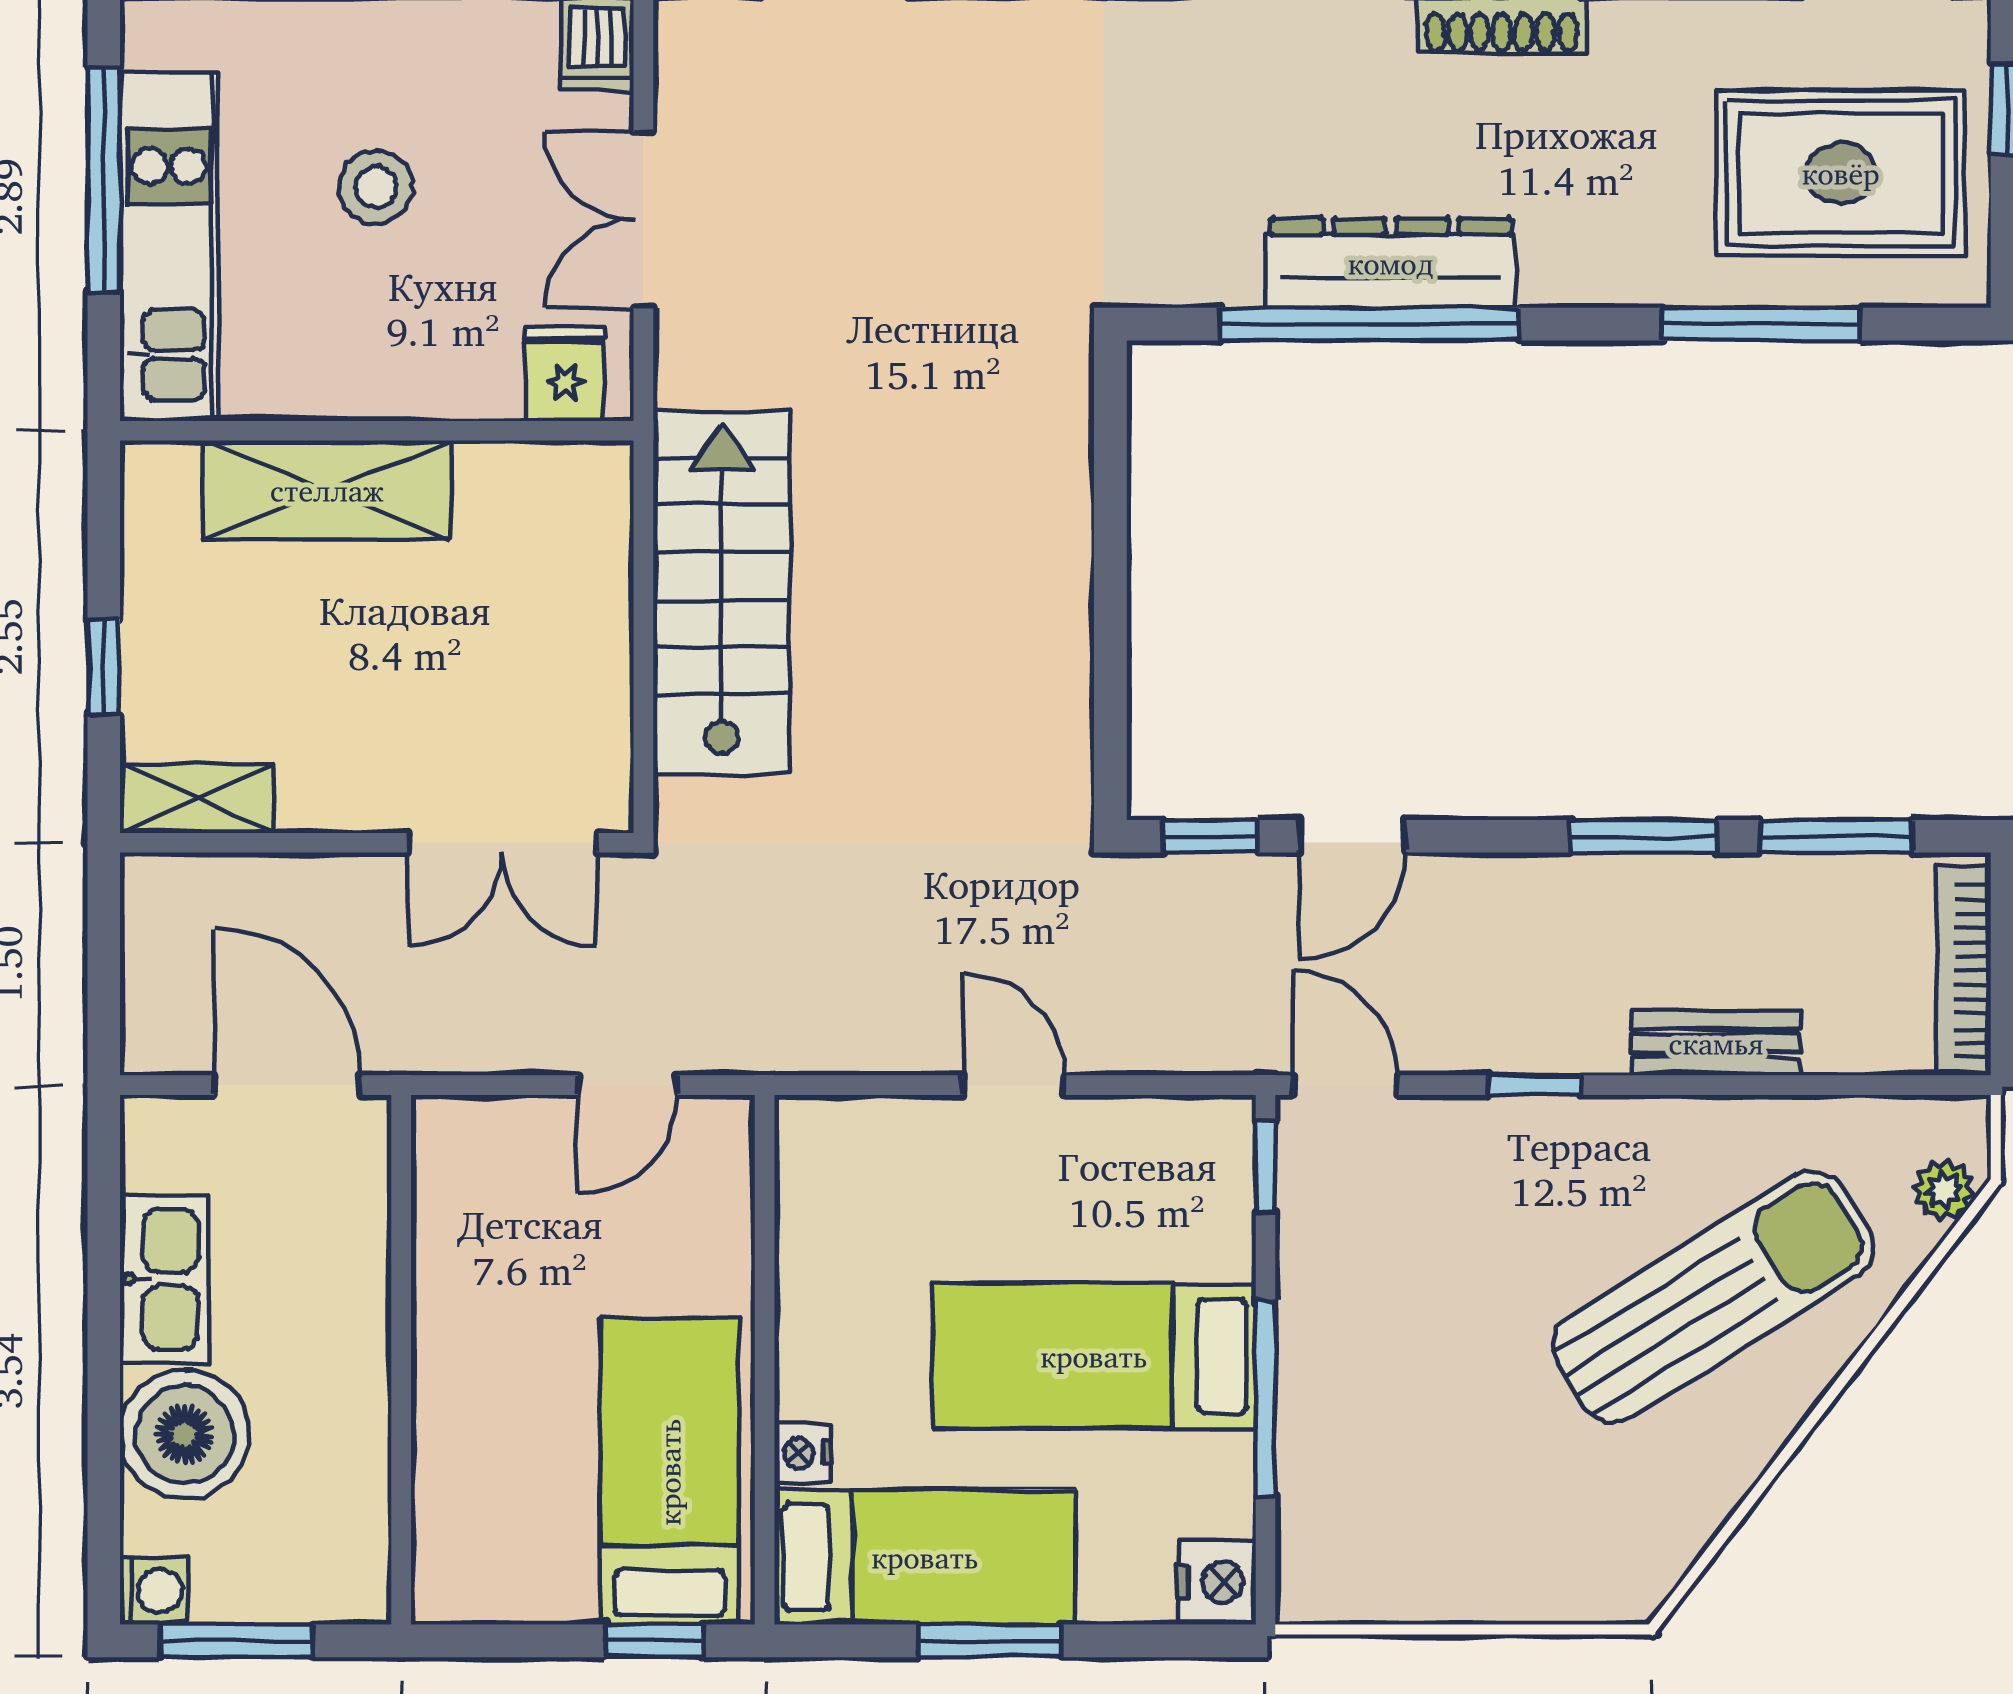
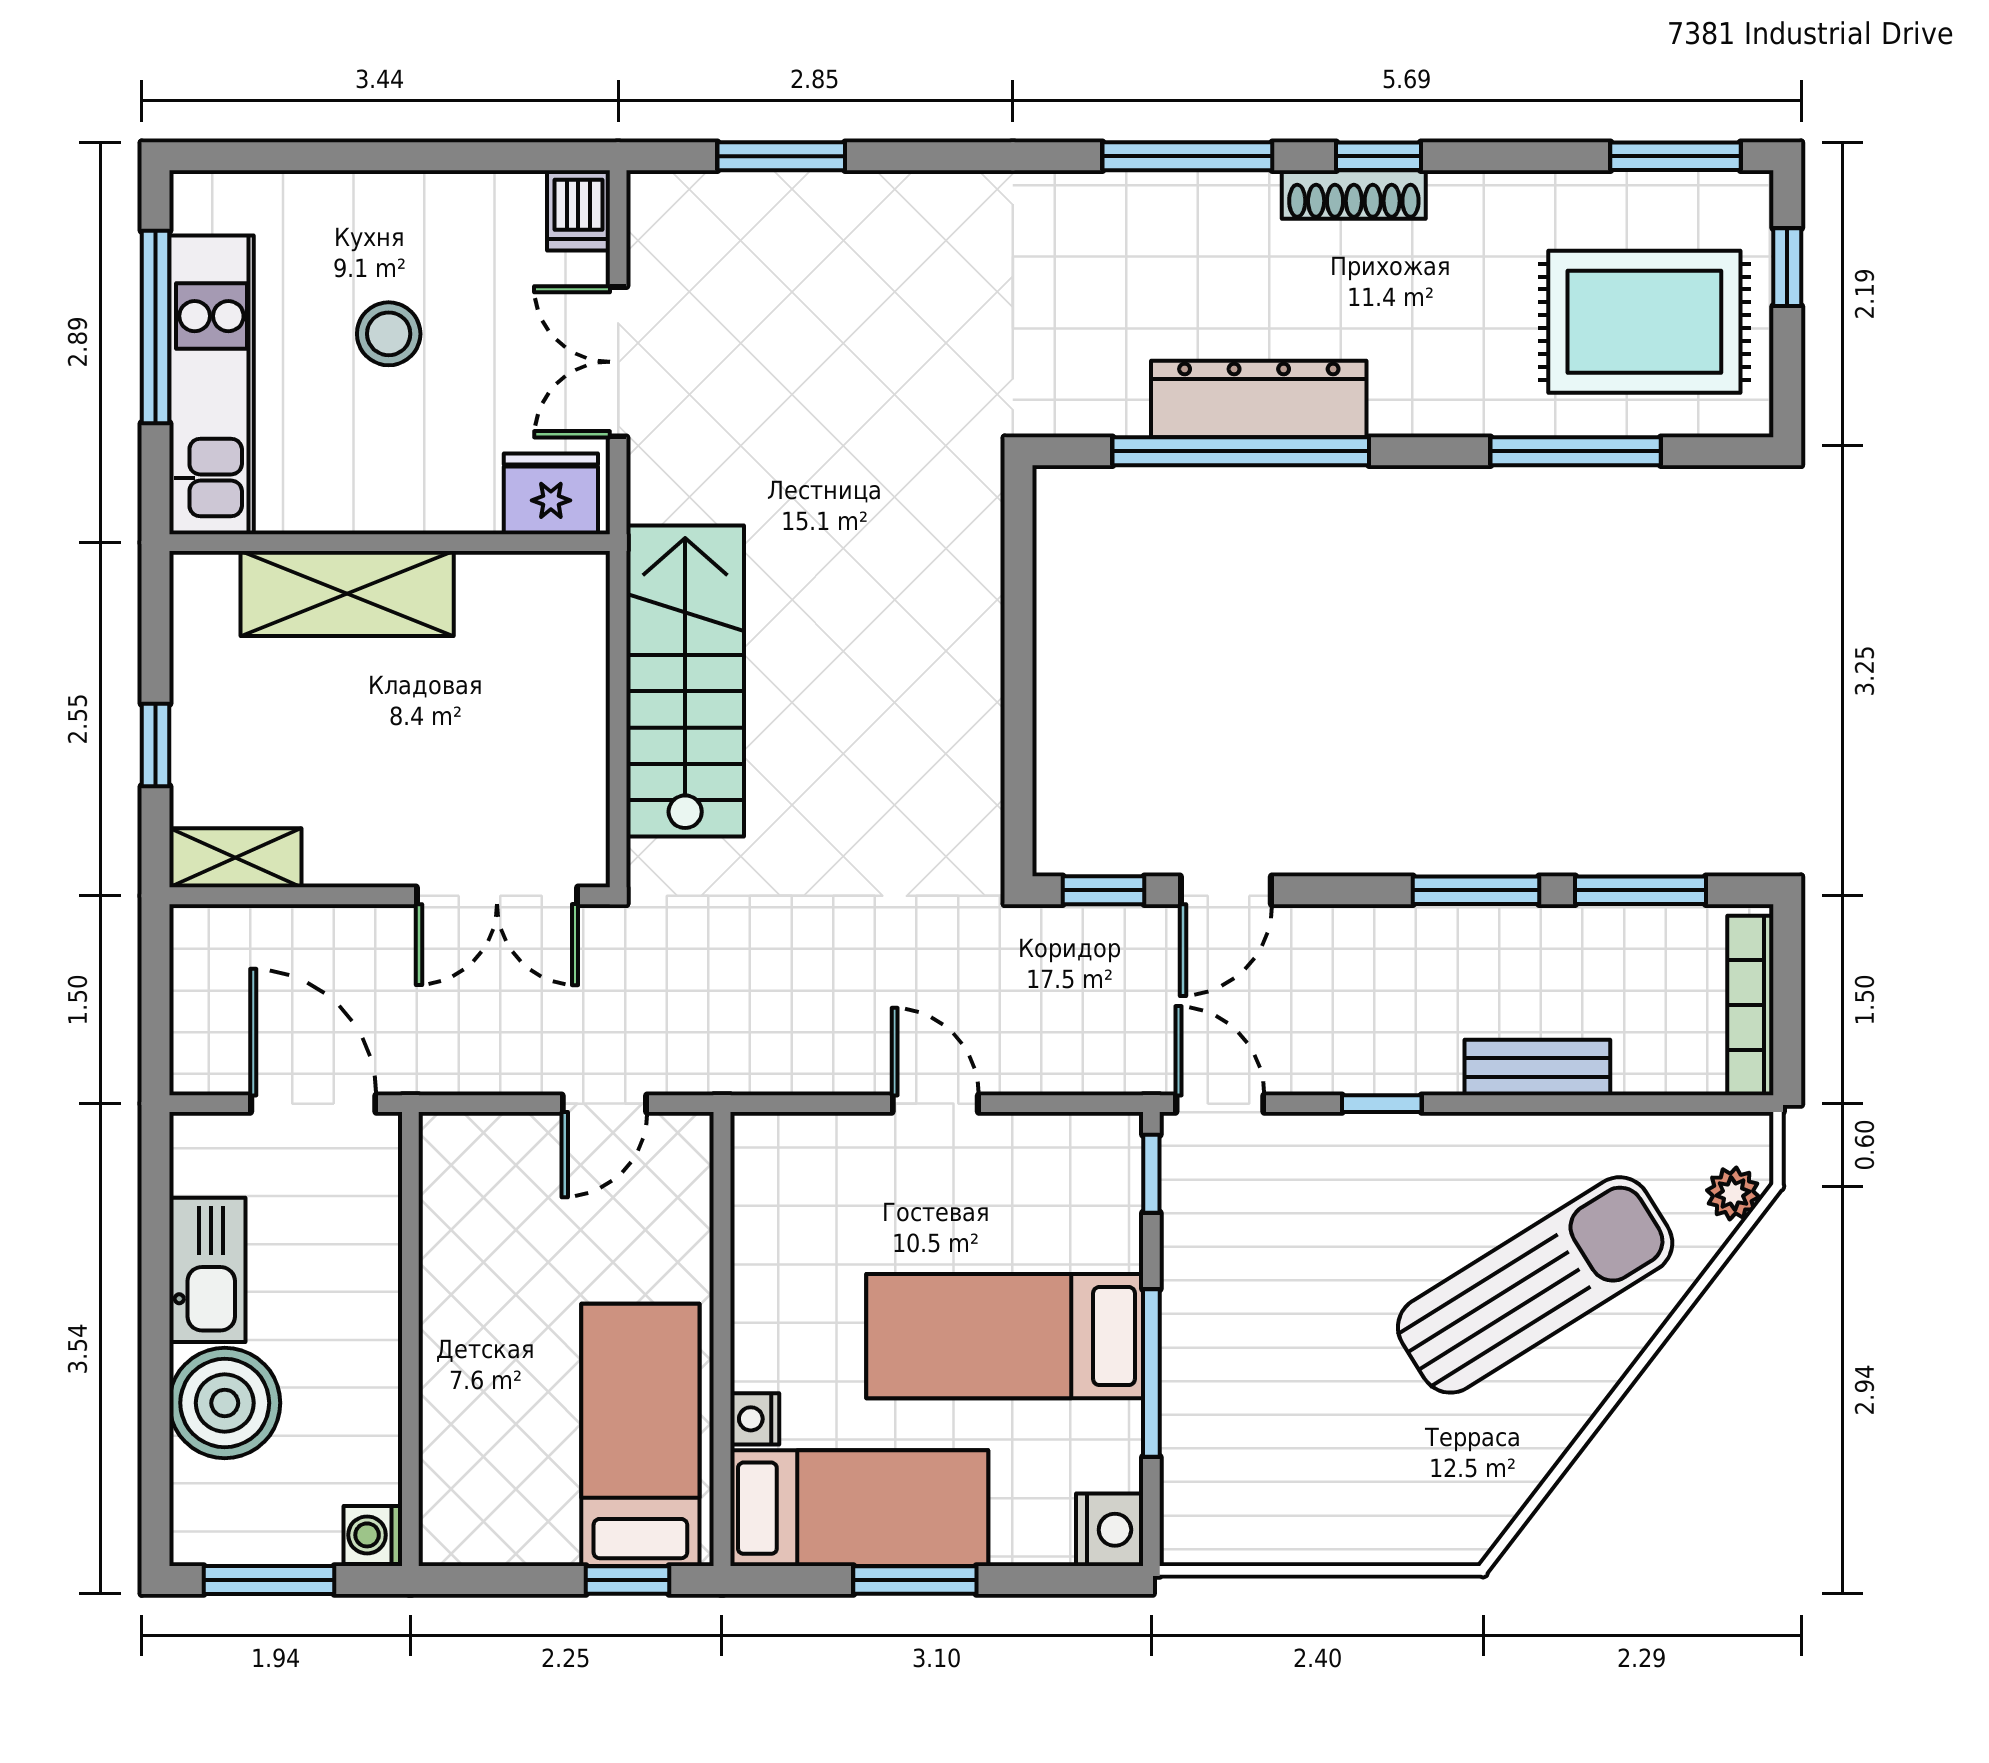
fridge: (565, 374) -> (551, 494), width x1.38
washing machine: (154, 1591) -> (373, 1535), moved, turned 180

